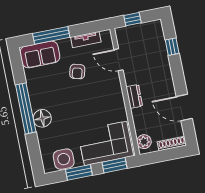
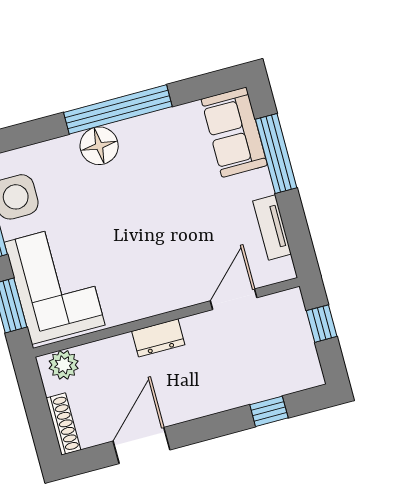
armchair: (77, 72) -> (203, 214), removed

